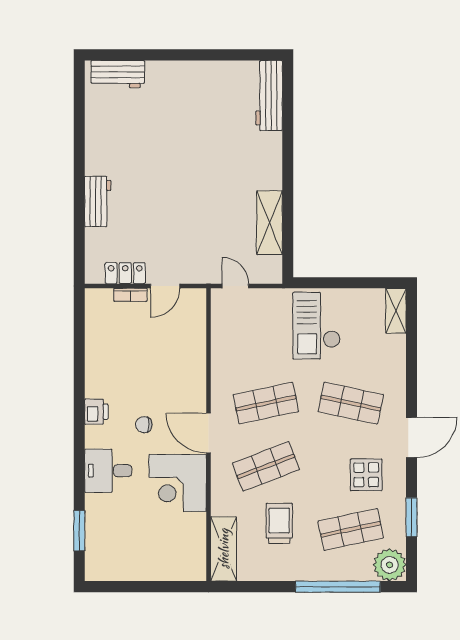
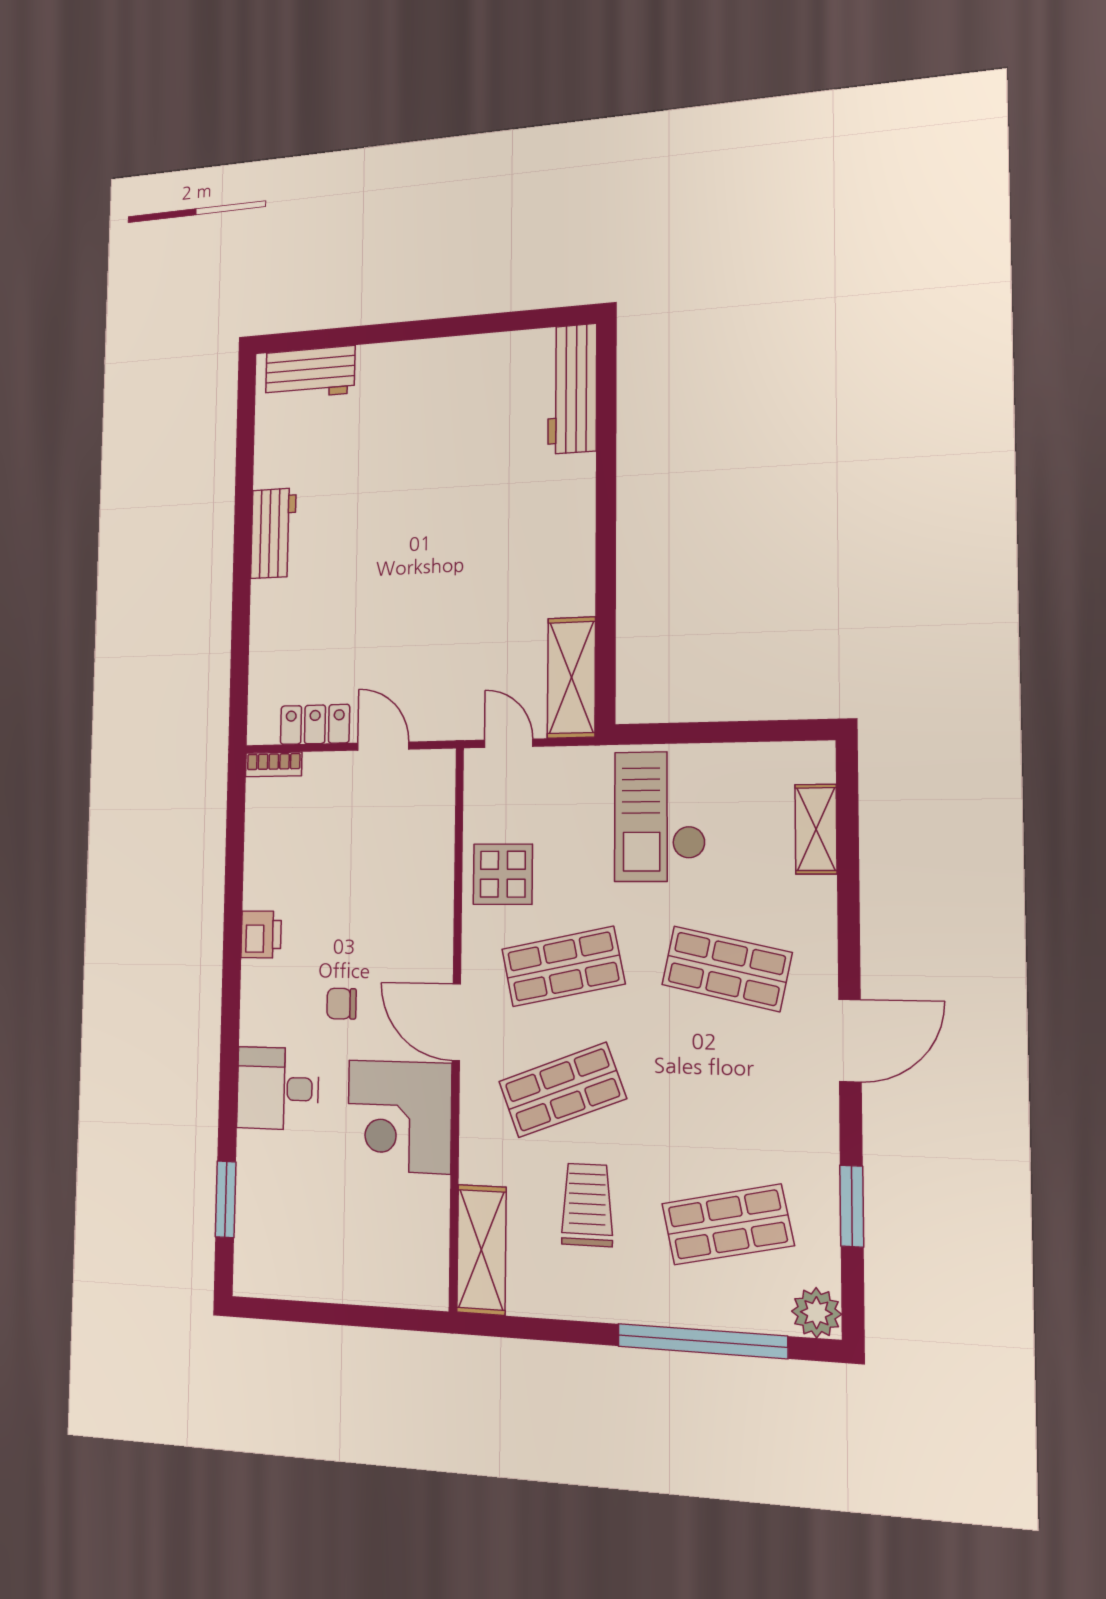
workbench: (98, 202) -> (273, 533), moved
shelving: (269, 223) -> (571, 677), moved
door: (165, 286) -> (383, 746), swing flipped
bookcase: (130, 295) -> (274, 764), moved
shelving: (396, 311) -> (816, 829), moved
printer: (96, 412) -> (261, 934), moved
display table: (366, 475) -> (503, 874), moved
plant: (390, 565) -> (816, 1313), width x0.73, depth x0.73

